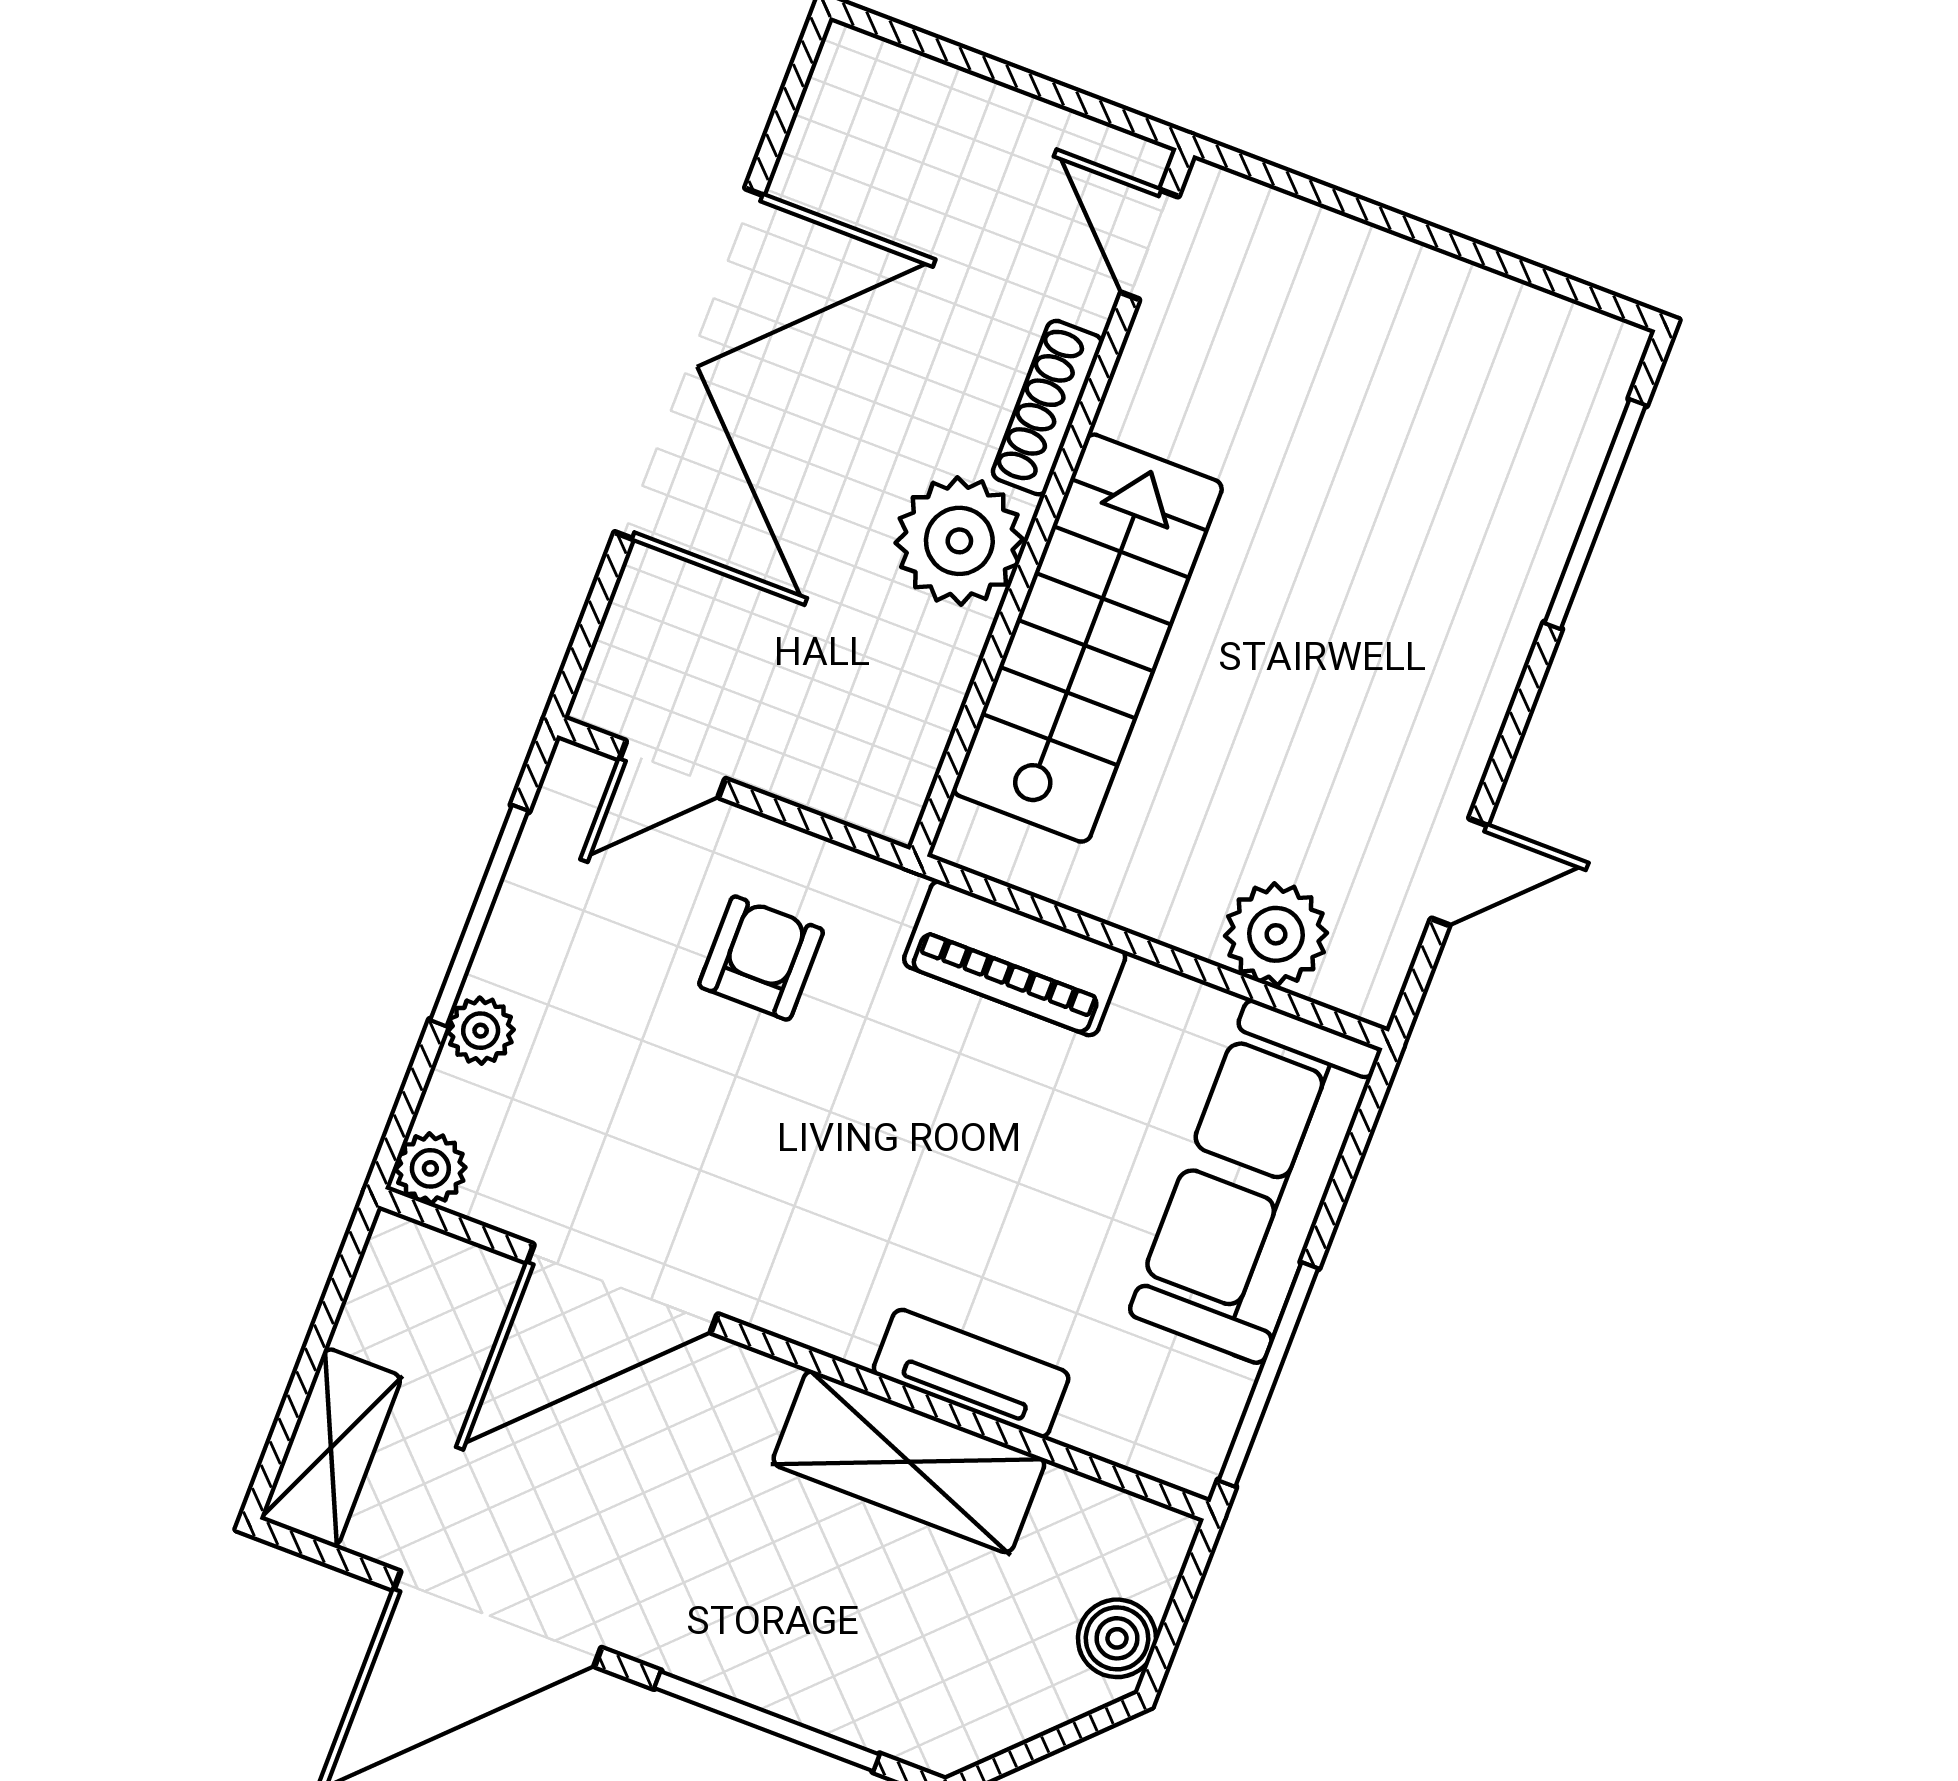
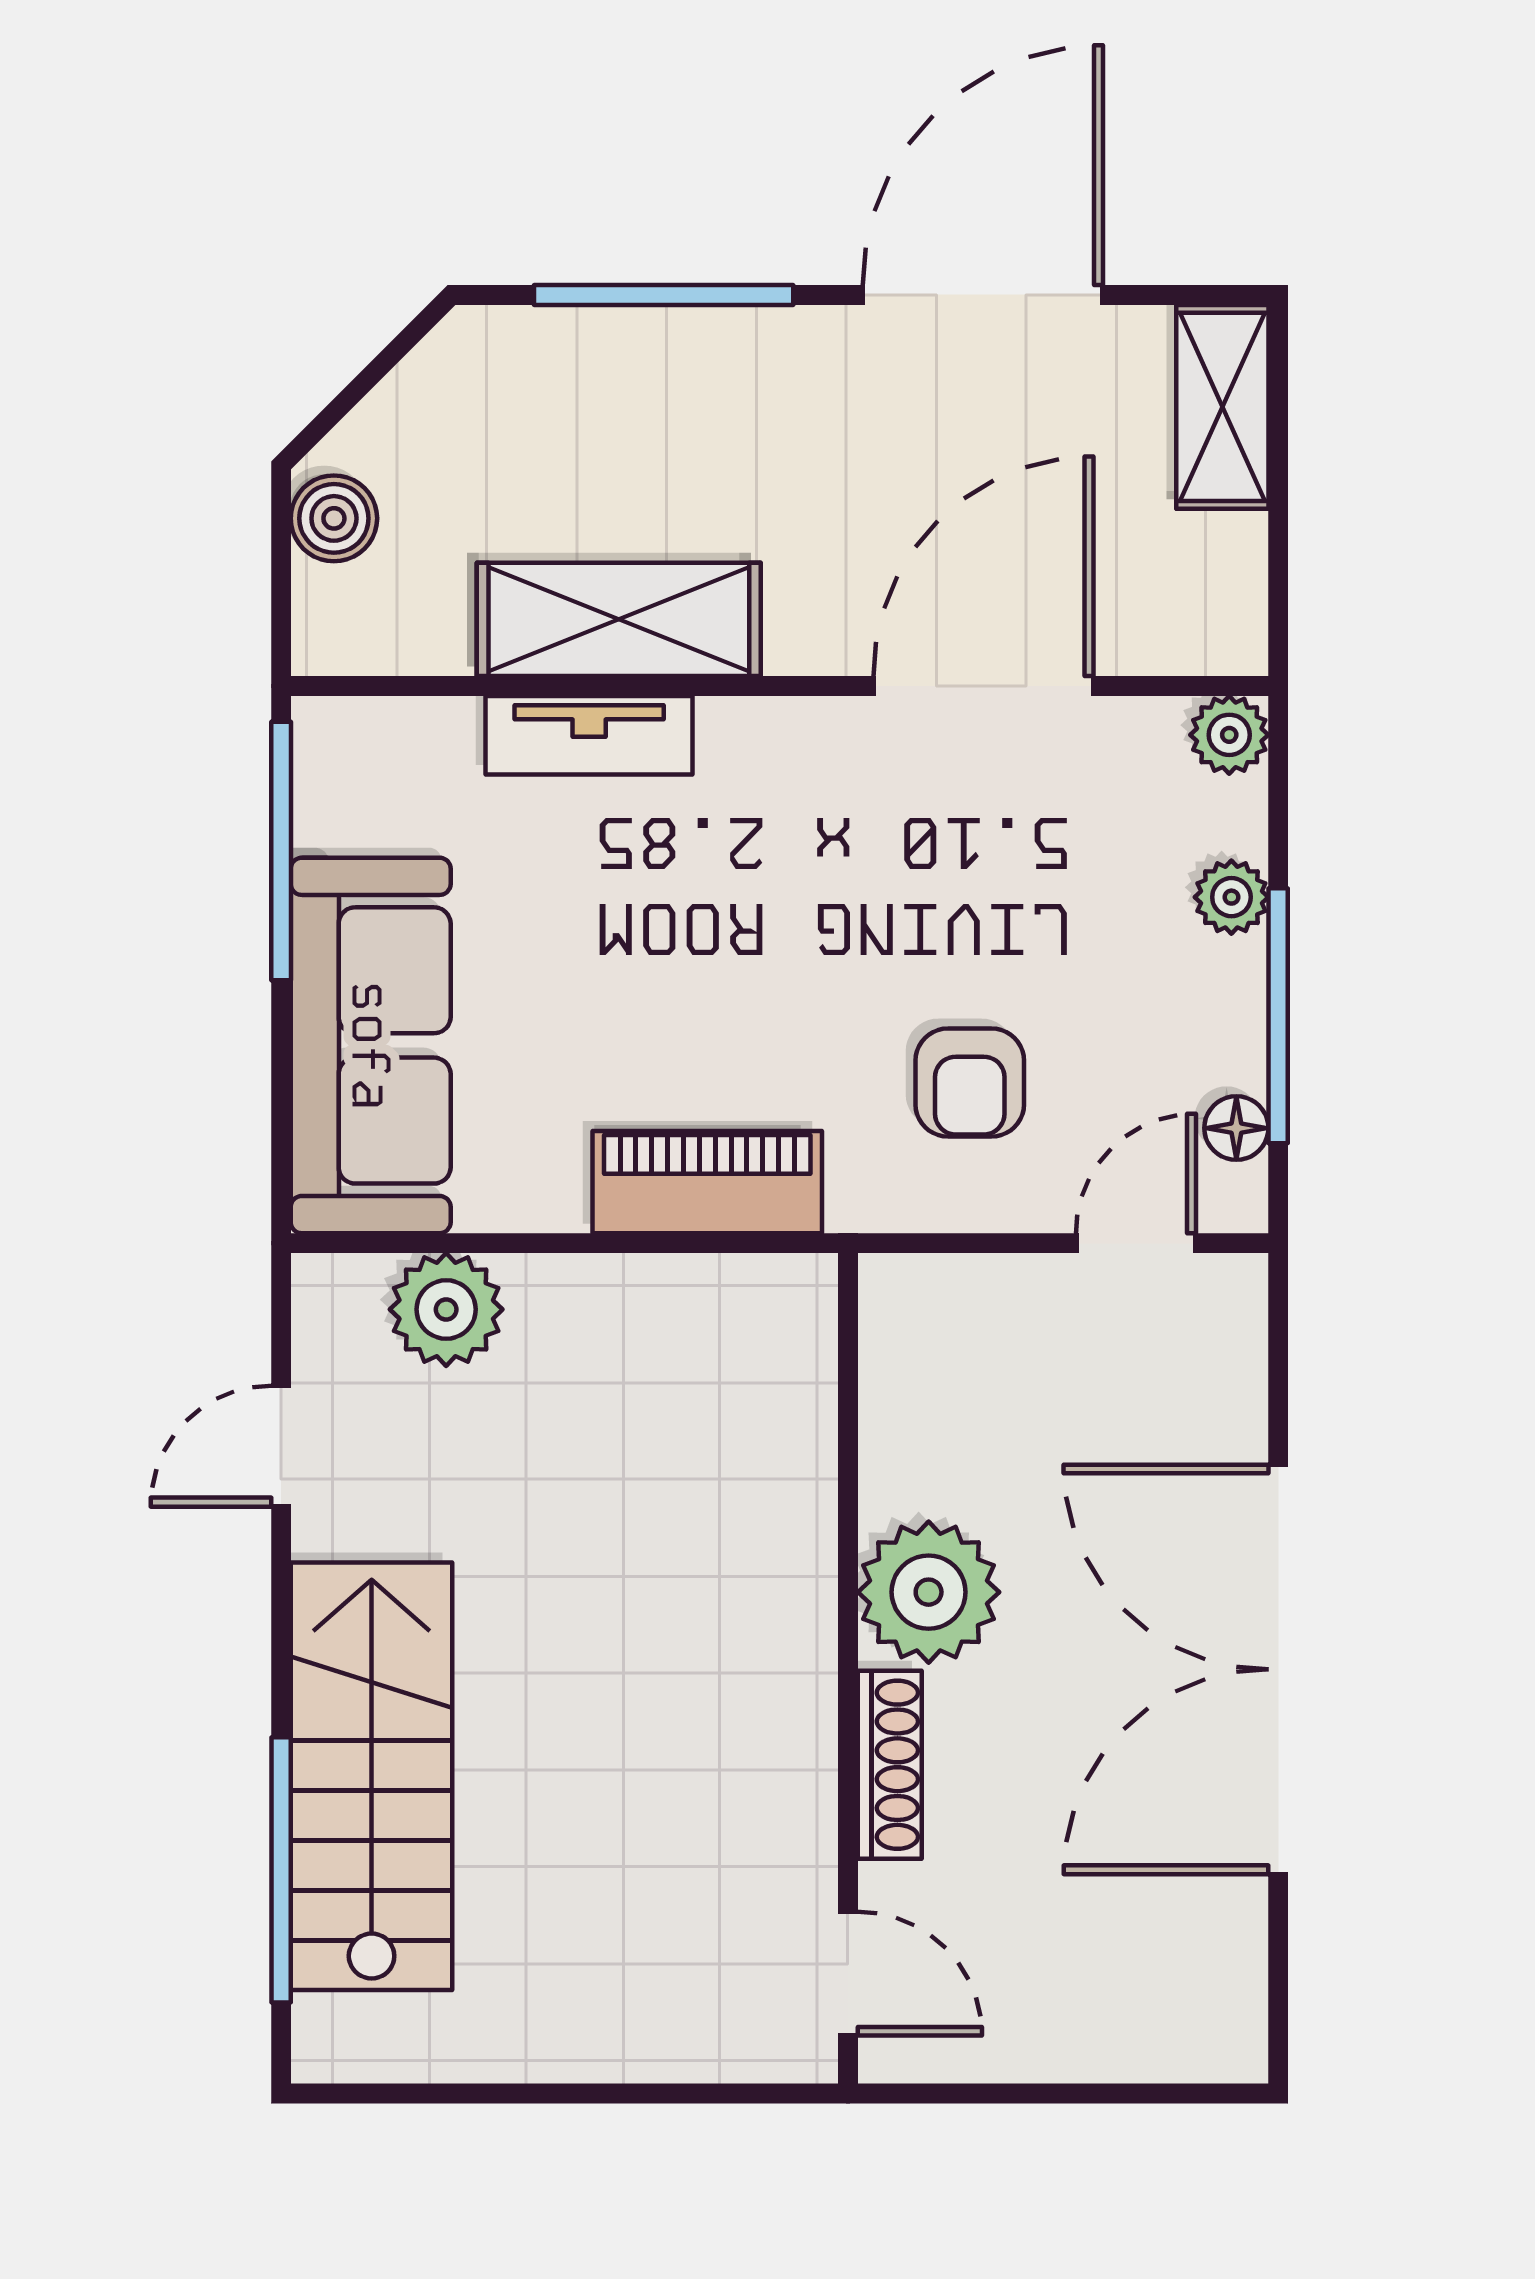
stairs: (1088, 638) -> (372, 1776), moved, turned 180
floor lamp: (551, 834) -> (1236, 1128), added

